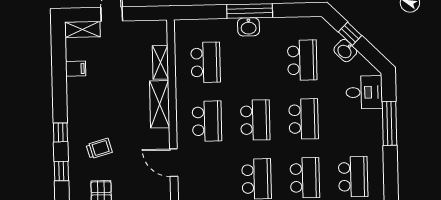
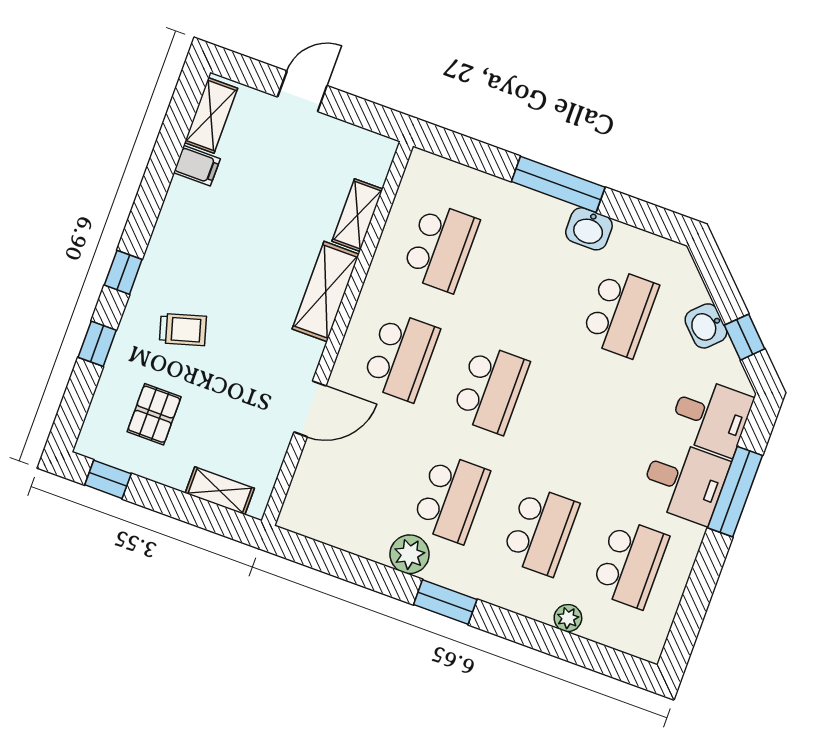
washbasin: (249, 27) -> (589, 229), moved
shelving: (82, 29) -> (211, 115), moved, turned 90
window: (350, 34) -> (745, 337), moved
school desk: (304, 119) -> (580, 422), removed
desk: (364, 128) -> (684, 482), added
door: (174, 163) -> (310, 409), swing flipped

